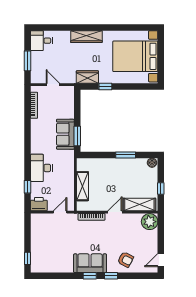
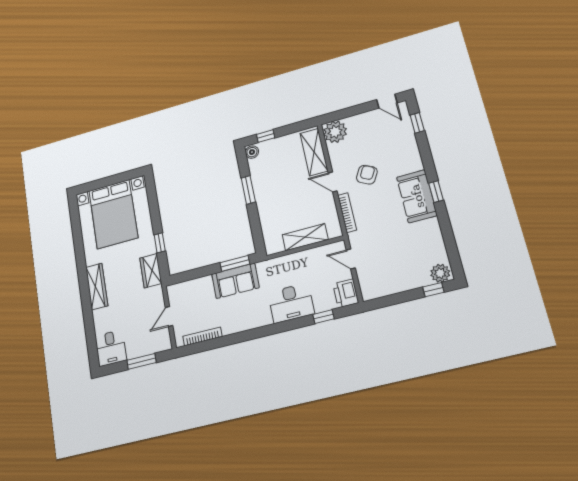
window: (161, 189) -> (266, 136), moved
armchair: (126, 260) -> (367, 175), moved
plant: (37, 265) -> (440, 273), added
window: (111, 276) -> (417, 123), moved

